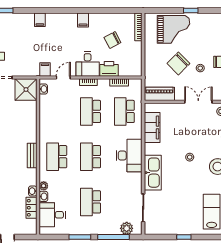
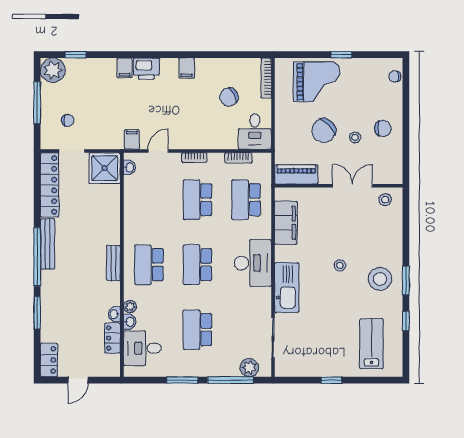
desk: (88, 64) -> (255, 131), moved
printer: (109, 69) -> (146, 69), moved, turned 180

